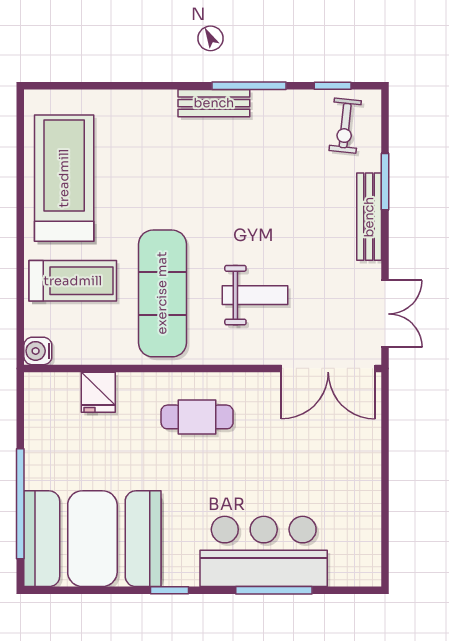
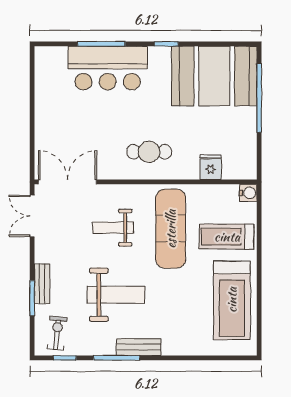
weight bench: (250, 187) -> (116, 295), added
bench: (369, 217) -> (42, 284), width x0.73

